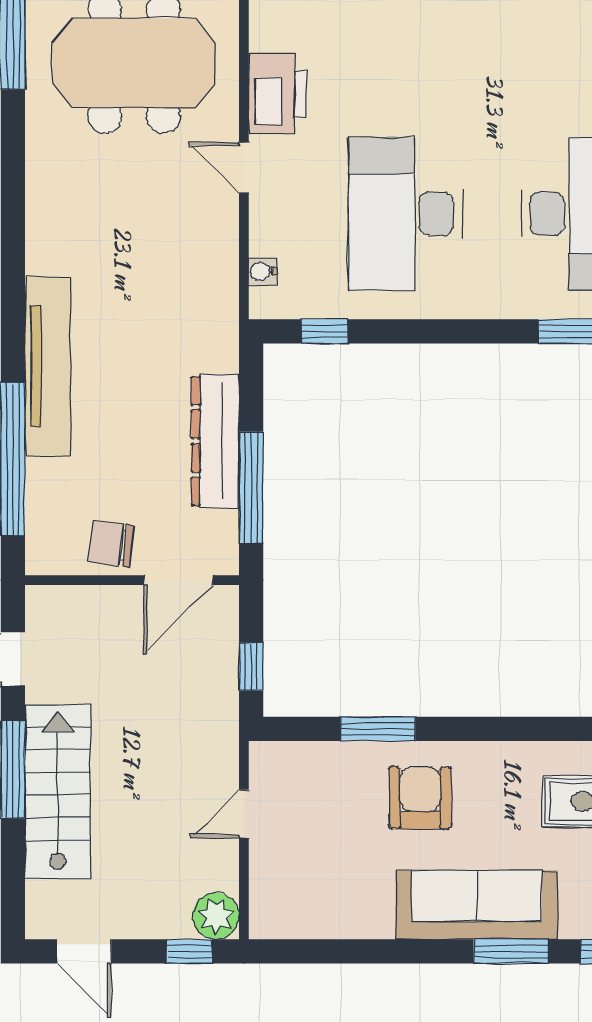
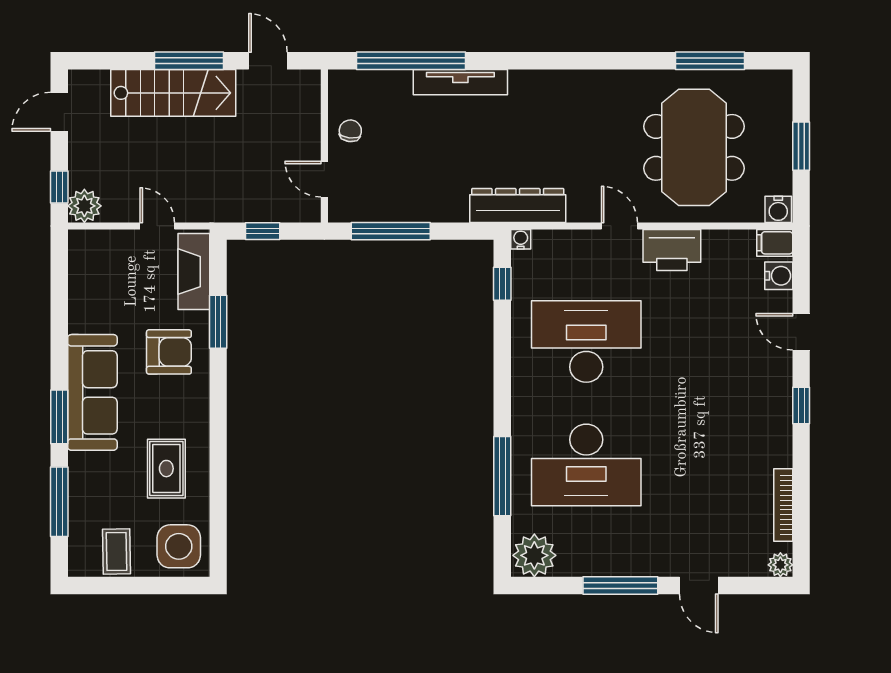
door: (244, 167) -> (619, 226), hinge flipped
water cooler: (263, 271) -> (521, 239), moved
tv unit: (48, 366) -> (460, 82), width x0.73, depth x0.78
dresser: (215, 441) -> (518, 205), moved
chair: (111, 544) -> (350, 131), width x0.73, depth x0.73
door: (178, 580) -> (324, 179), width x0.73
fireplace: (308, 763) -> (194, 272), added

